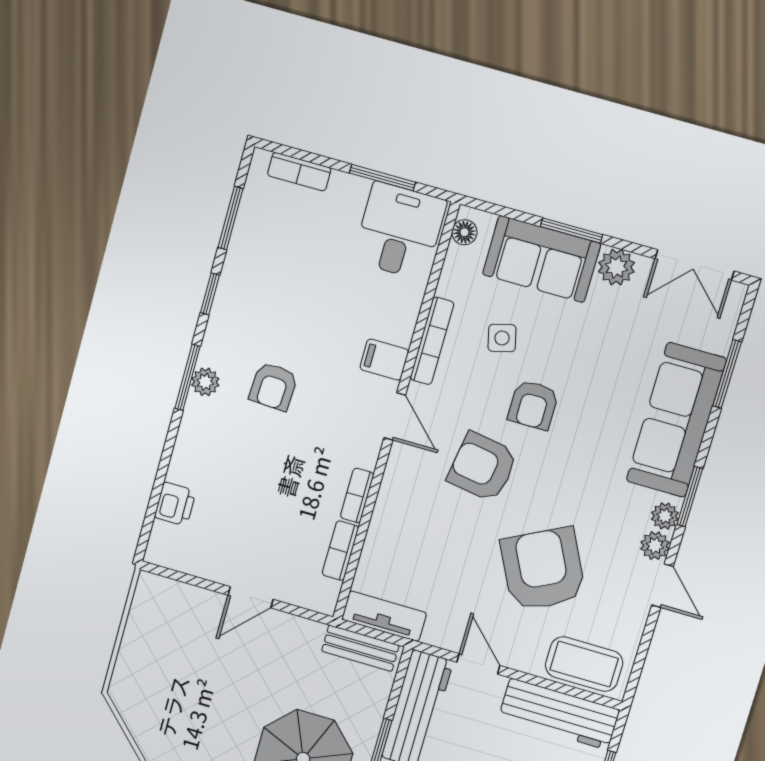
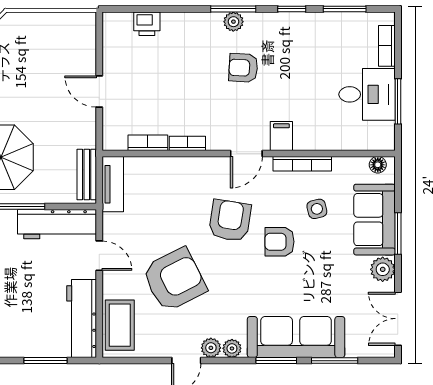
desk: (399, 231) -> (367, 94), moved
window: (690, 497) -> (276, 361), moved
door: (478, 664) -> (99, 256), hinge flipped

